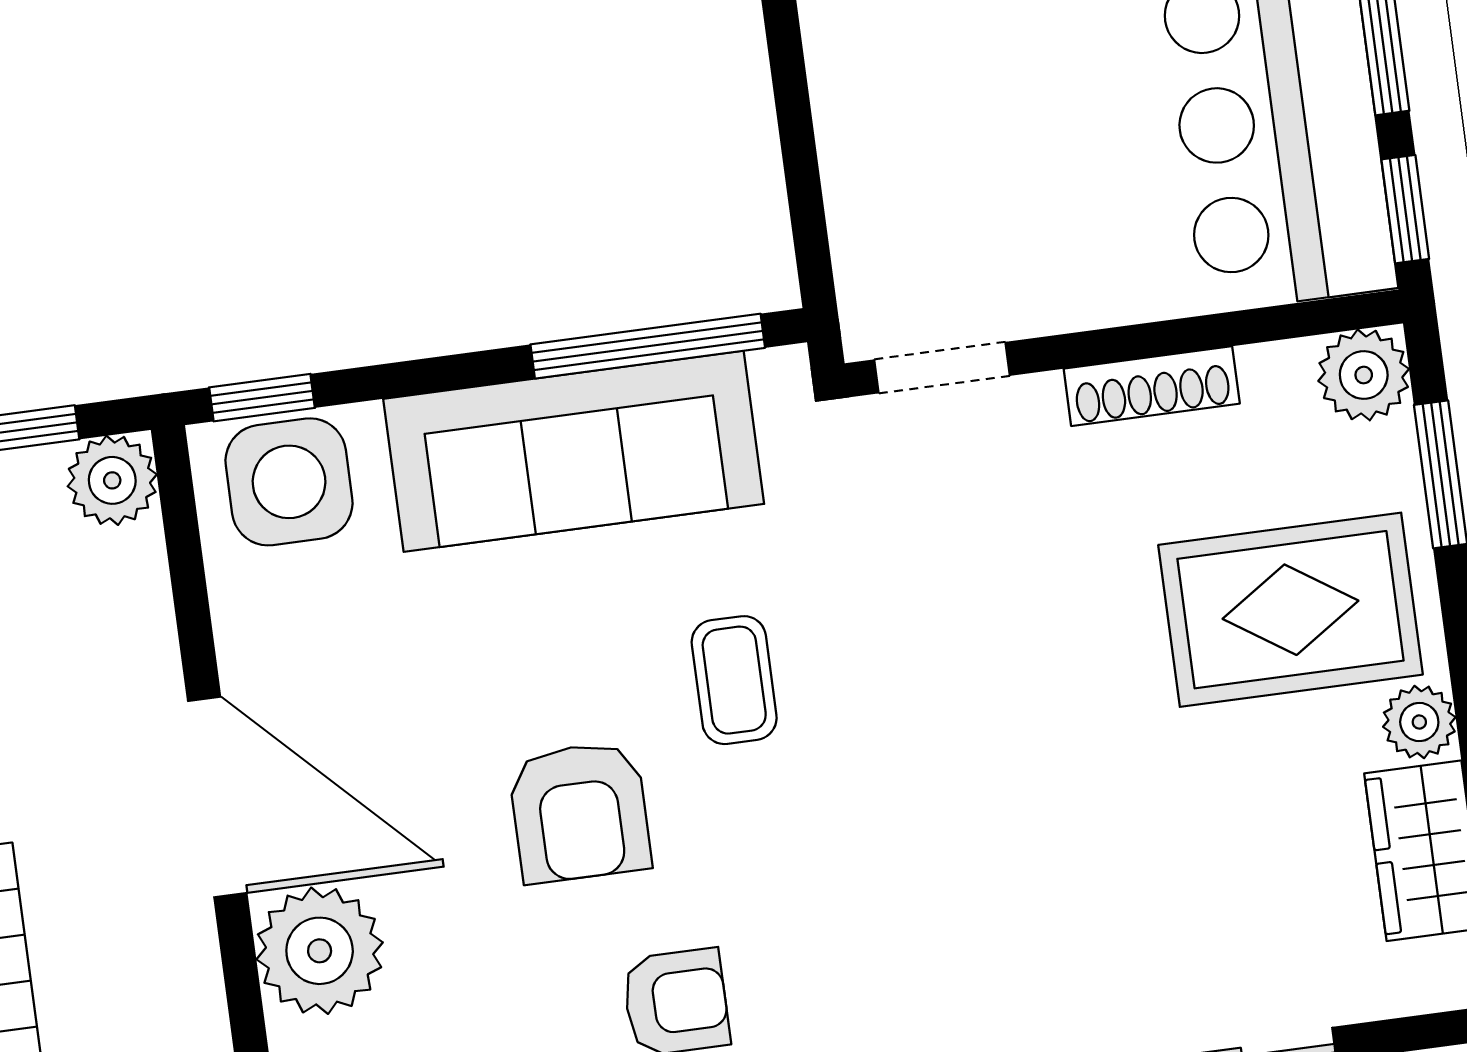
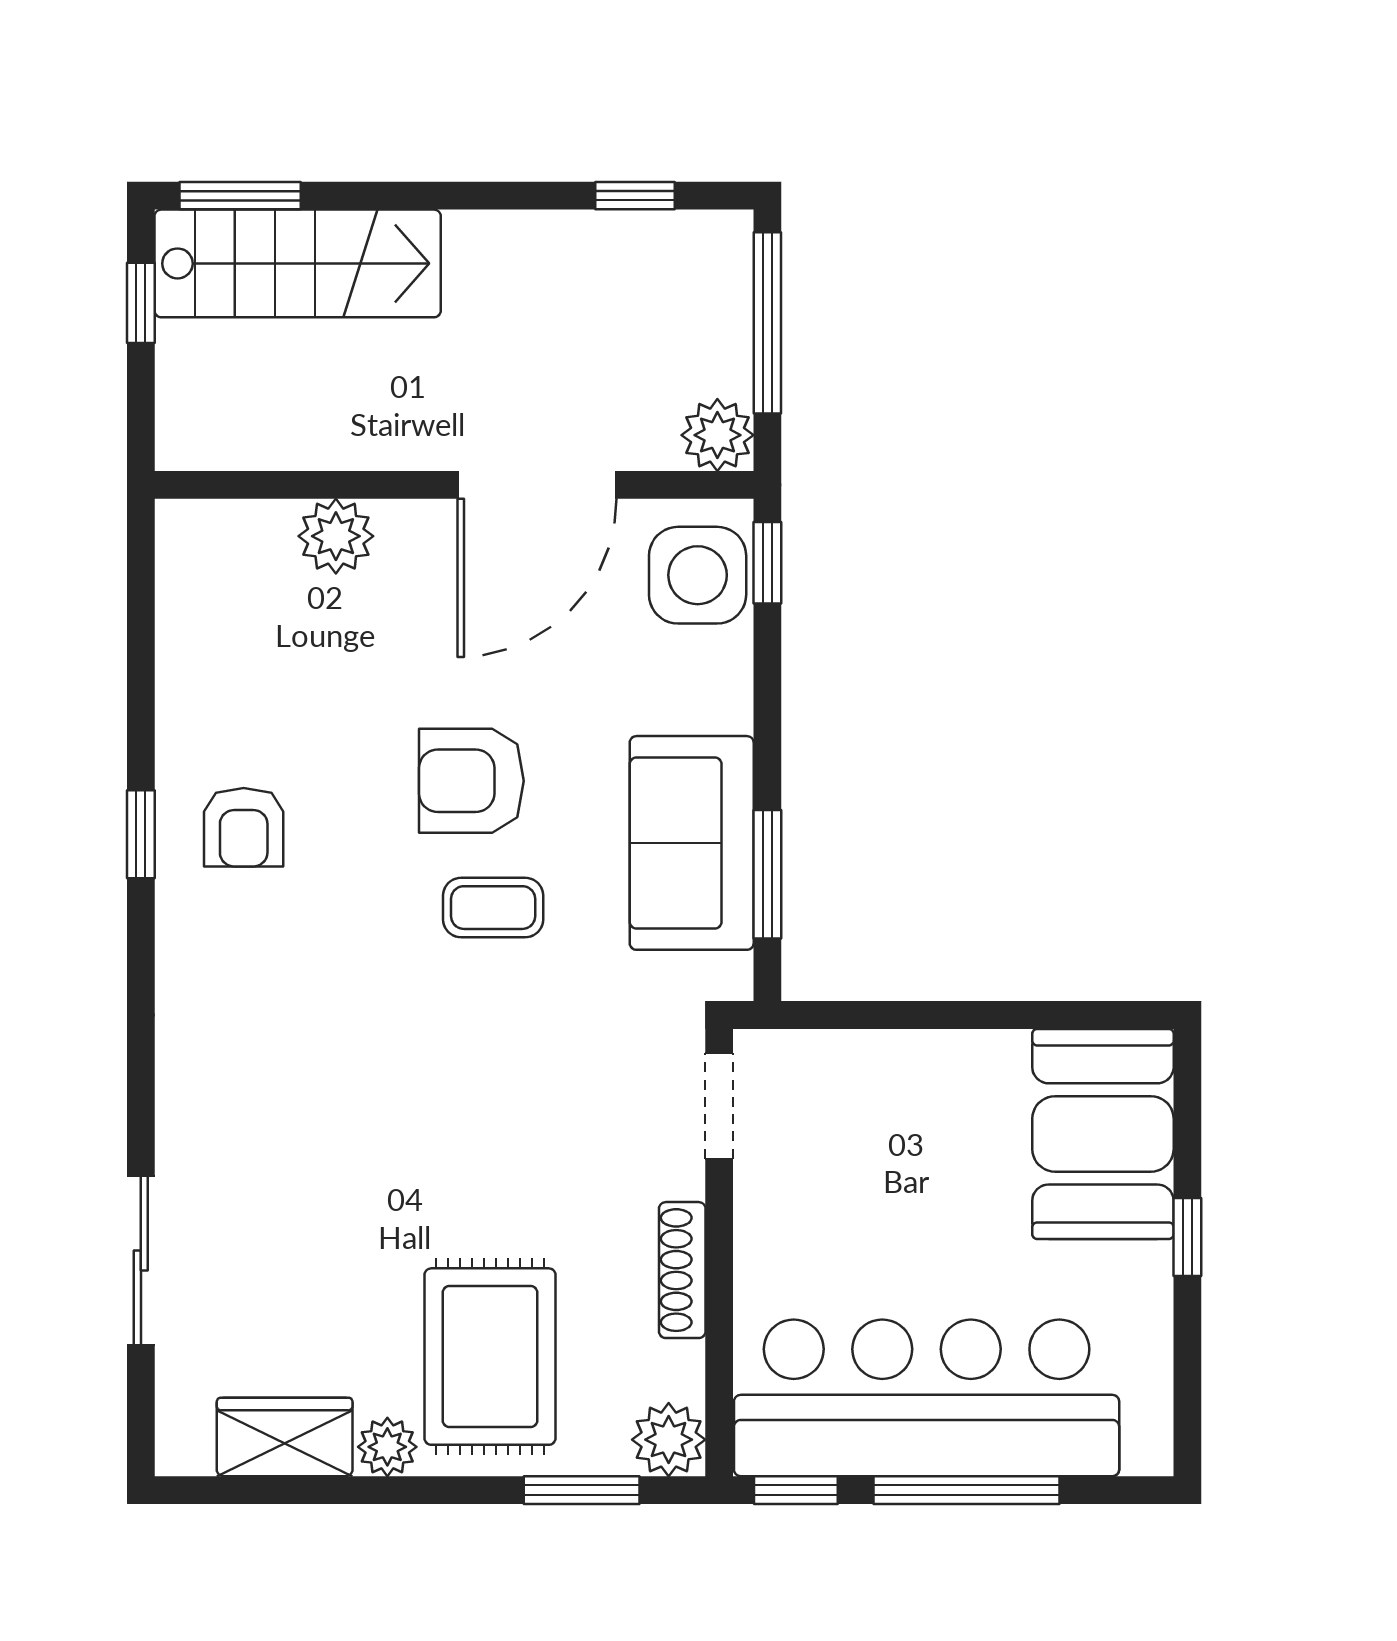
window: (648, 346) -> (767, 874), width x0.69
sofa: (574, 451) -> (692, 843), width x0.73
door: (217, 797) -> (537, 485), moved
armchair: (580, 812) -> (471, 781), moved
plant: (320, 951) -> (336, 536), width x0.73, depth x0.73

